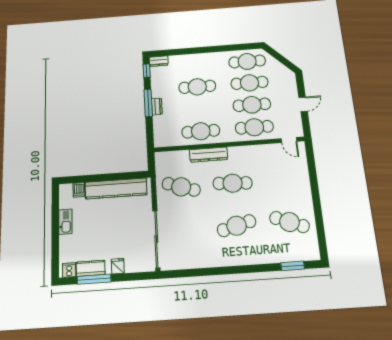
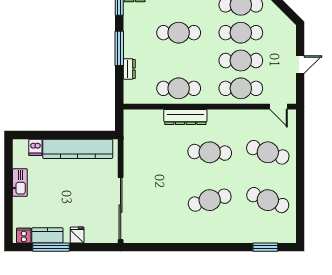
dresser: (157, 106) -> (129, 69), moved
cafe table: (181, 187) -> (268, 152), moved

